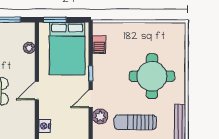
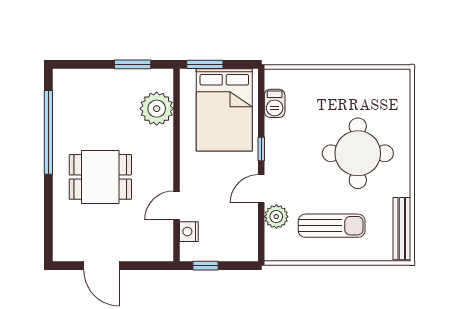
plant: (29, 48) -> (157, 109), width x1.88, depth x1.88
door: (37, 91) -> (177, 205), moved
sun lounger: (135, 122) -> (332, 226), turned 180

